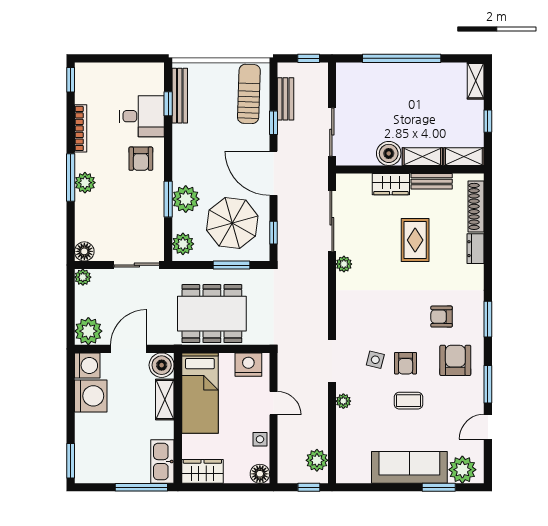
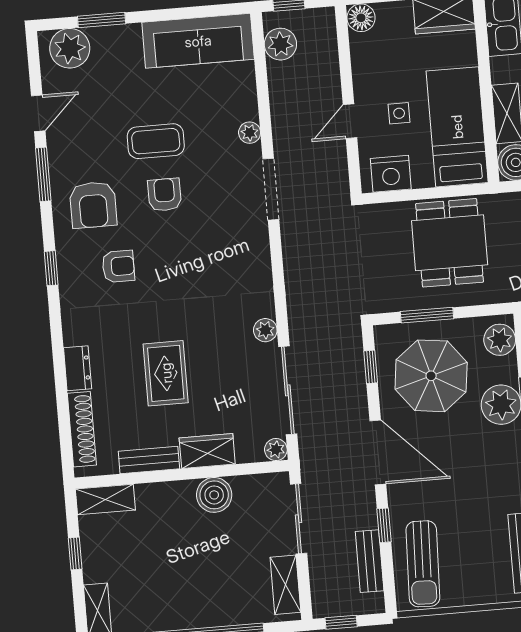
shelving: (422, 157) -> (285, 585), moved, turned 90
plant: (344, 181) -> (276, 450), added
dining table: (212, 314) -> (450, 243), width x0.73
window: (488, 319) -> (51, 268), width x0.67
side table: (375, 360) -> (208, 196), removed
coffee table: (408, 401) -> (156, 141), width x1.36, depth x1.30
door: (273, 403) -> (350, 121), hinge flipped
side table: (260, 439) -> (399, 113), moved
sofa: (409, 467) -> (198, 41), moved

